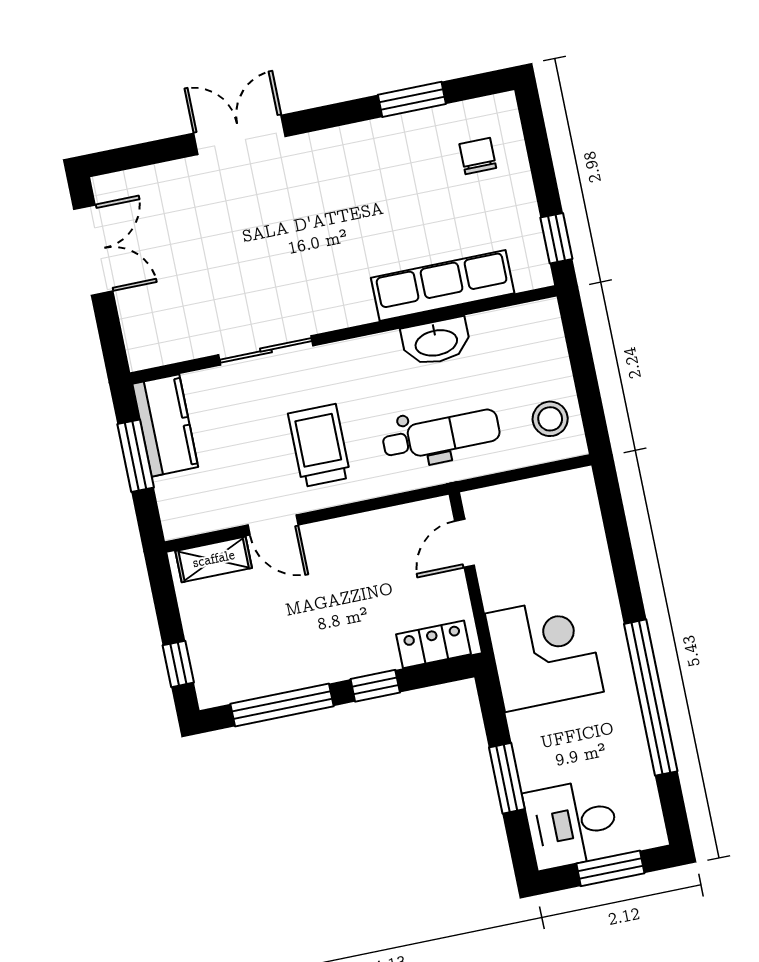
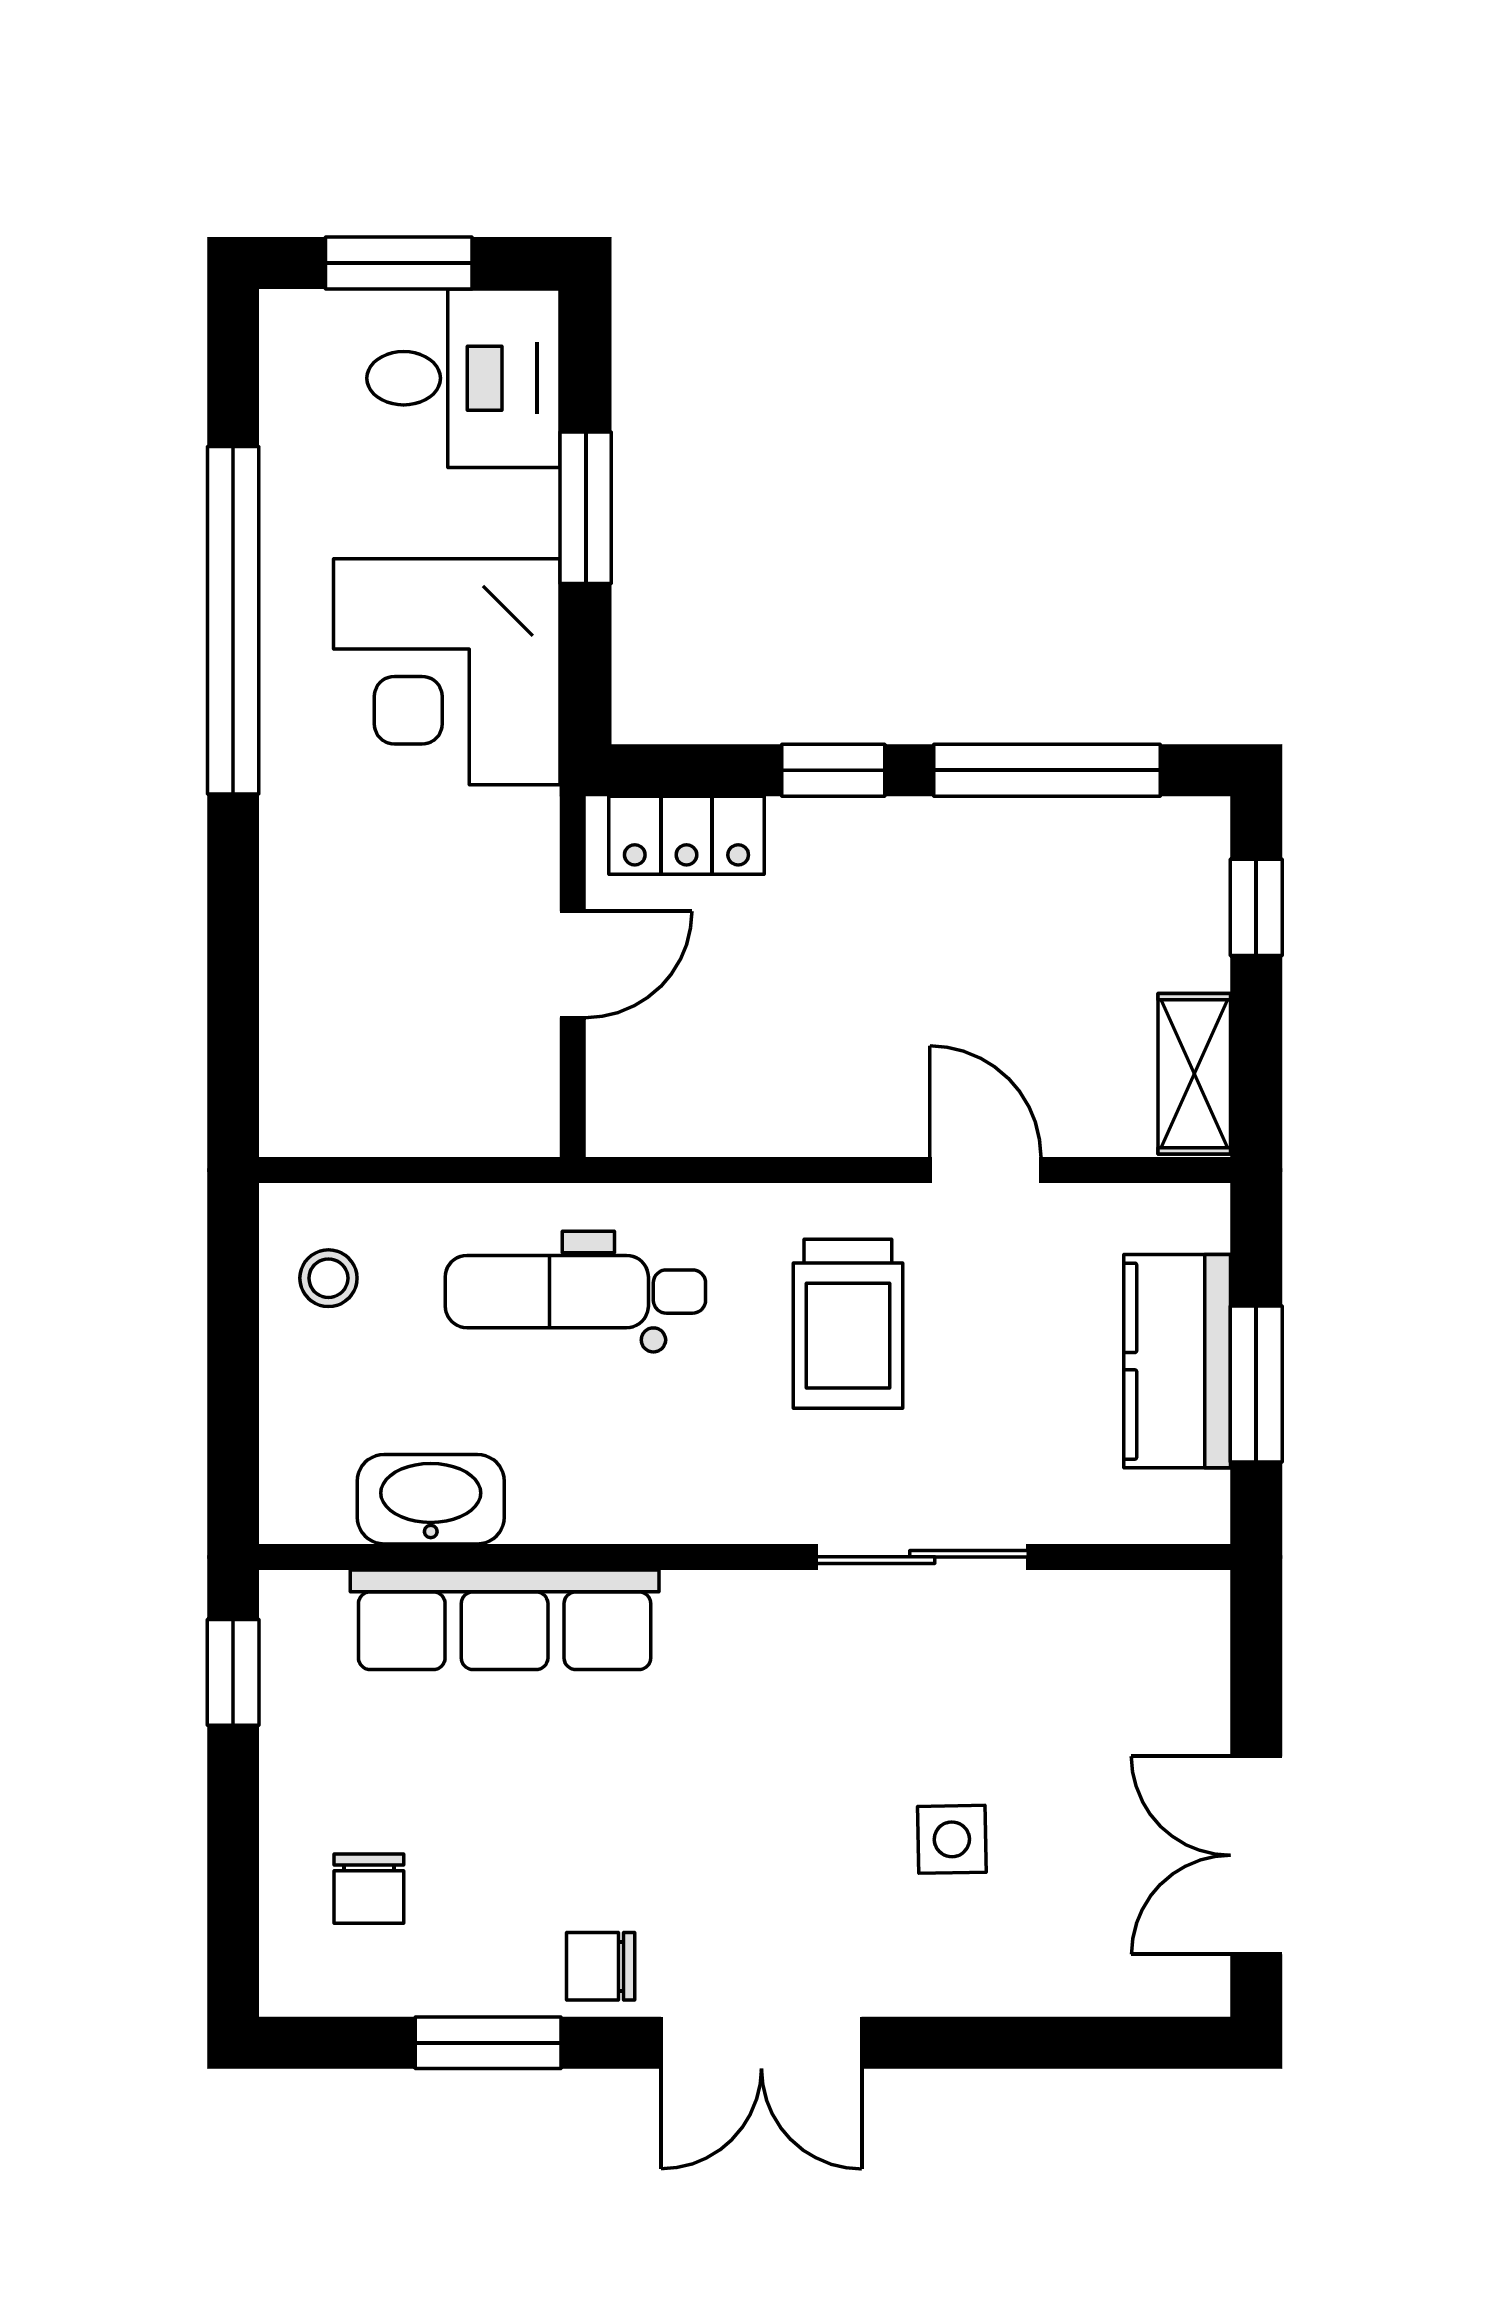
double door: (239, 135) -> (761, 2043), moved
chair: (370, 143) -> (601, 1966), added
side table: (228, 230) -> (952, 1839), added
washbasin: (436, 342) -> (431, 1499), moved
stool: (550, 419) -> (328, 1278), width x0.73, depth x0.73
kitchen counter: (165, 425) -> (1177, 1361), moved
door: (465, 543) -> (573, 964), moved
shelving: (214, 559) -> (1194, 1074), moved, turned 90
corner desk: (544, 653) -> (447, 672), moved

